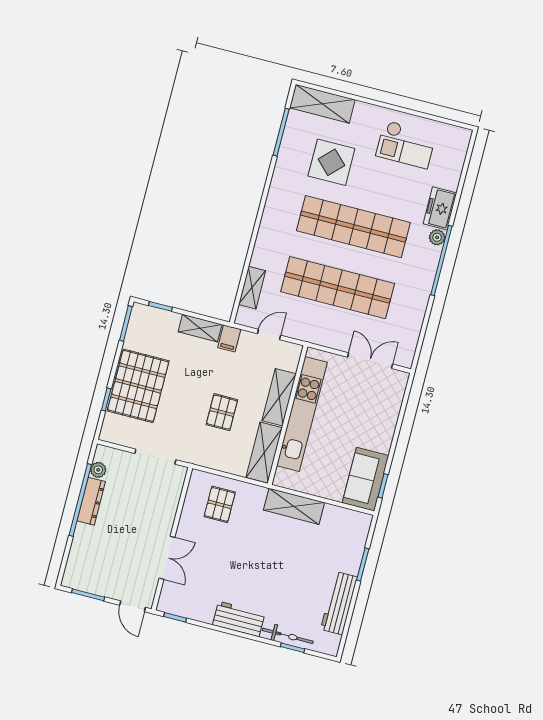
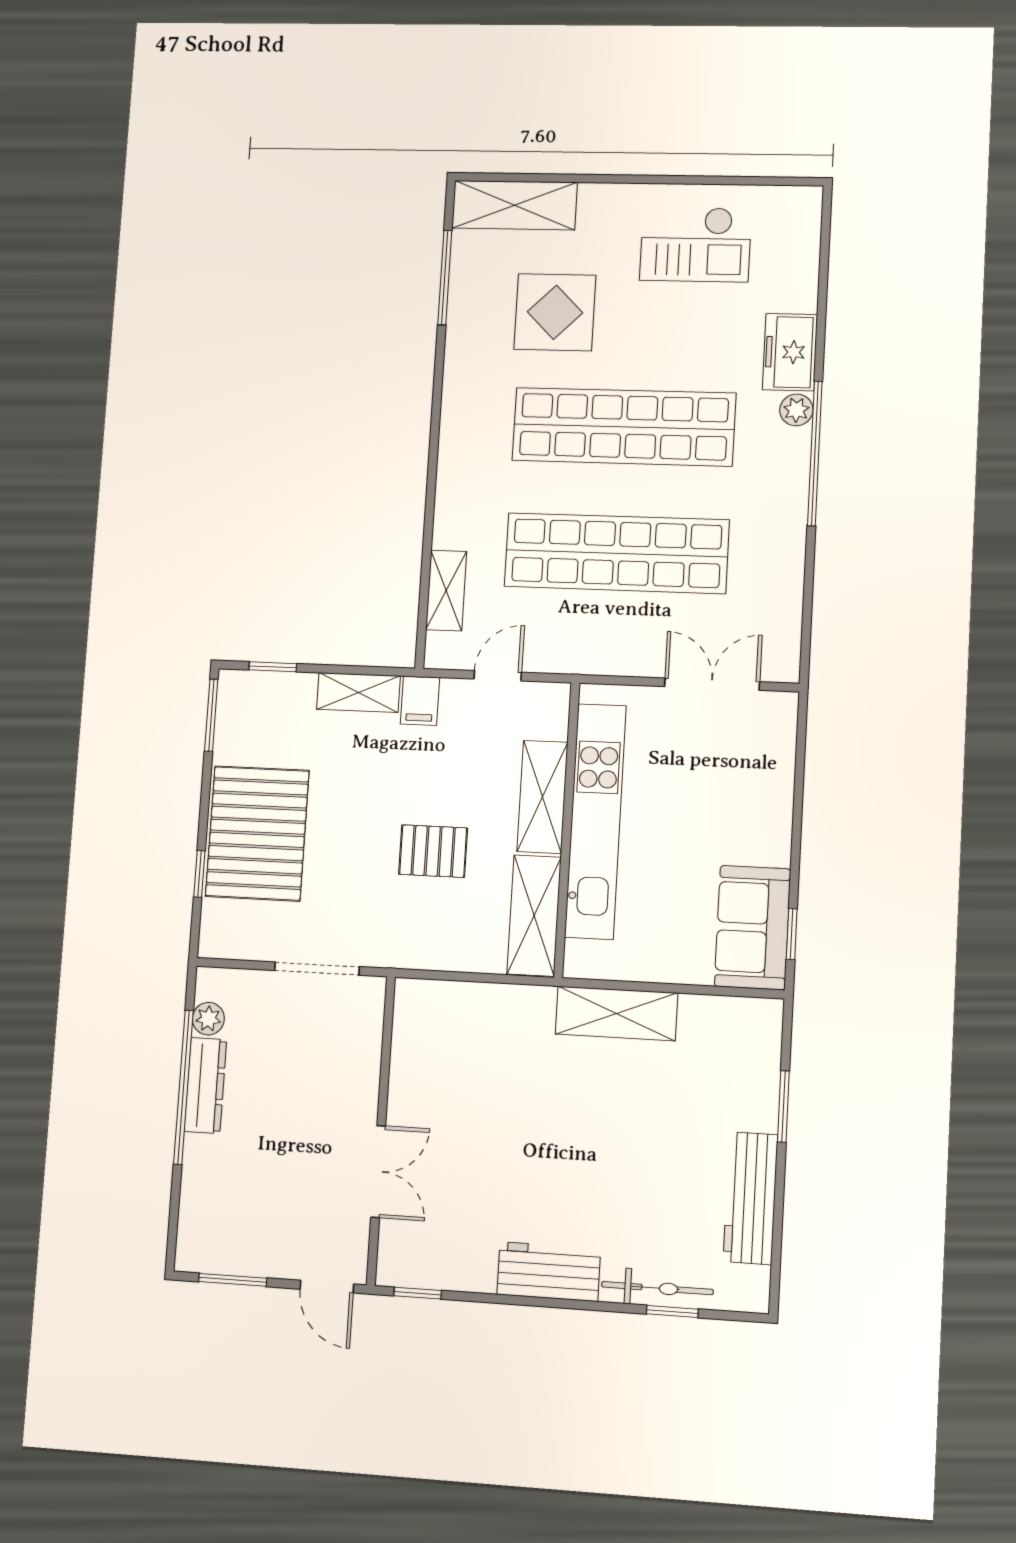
pallet: (222, 412) -> (433, 851), turned 90
pallet: (220, 504) -> (464, 1040), removed

